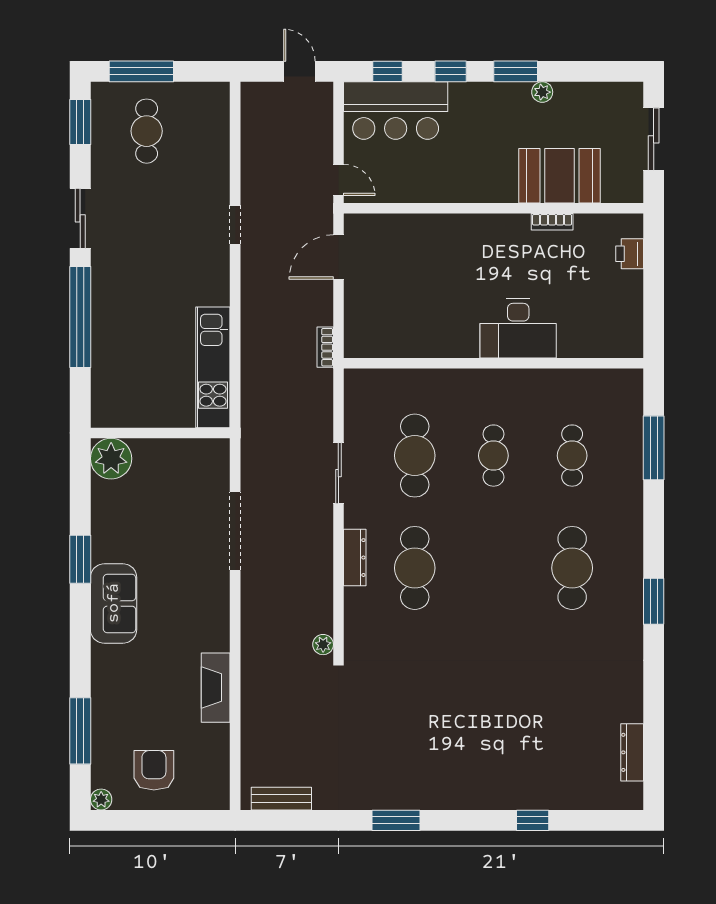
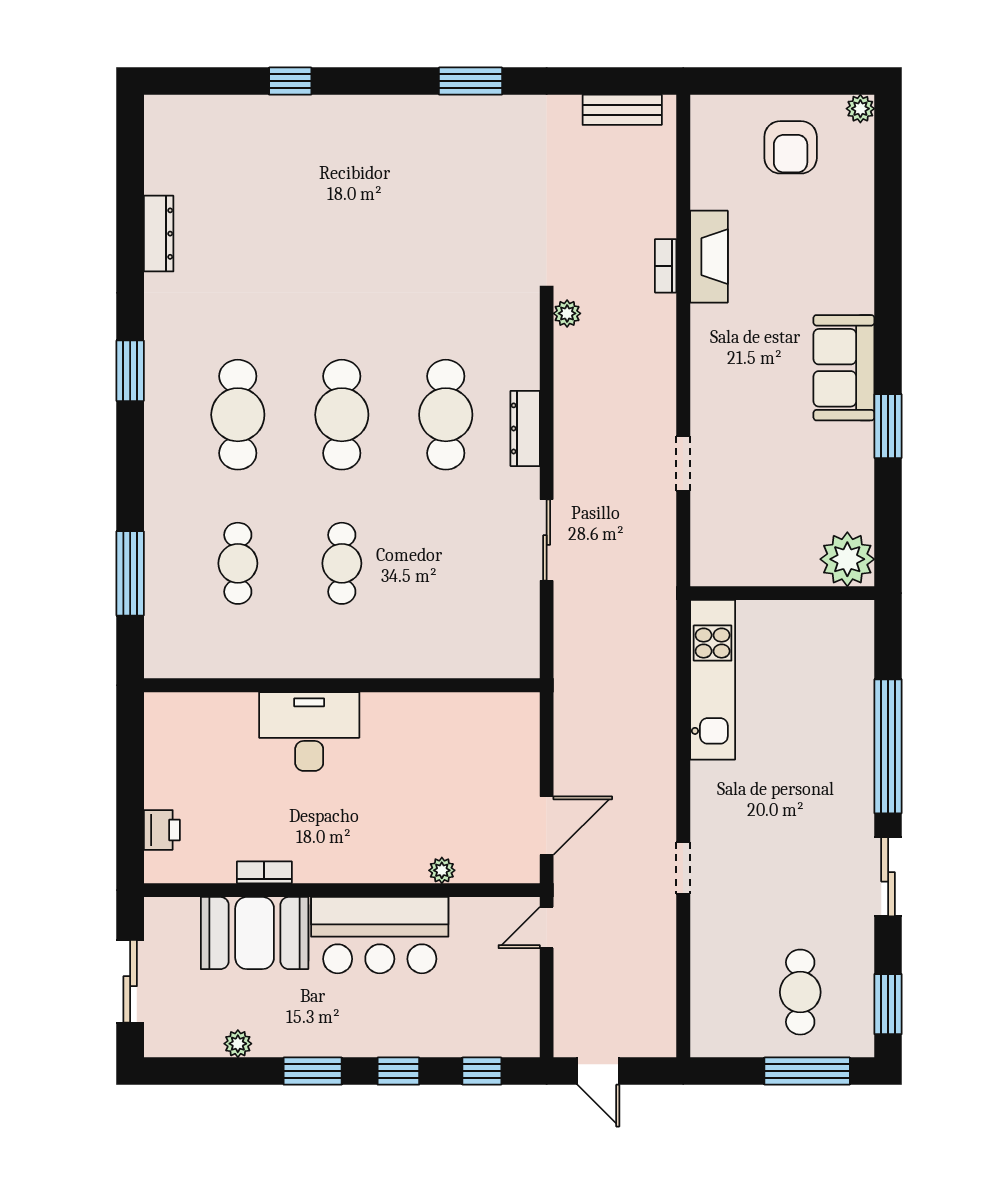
plant: (542, 92) -> (238, 1044), moved
bar counter: (396, 111) -> (380, 935), moved, turned 180
door: (338, 180) -> (547, 928), hinge flipped
plant: (418, 223) -> (442, 870), added
bookcase: (325, 347) -> (666, 266), moved, turned 180
cafe table: (415, 456) -> (342, 415), moved
doorway: (235, 531) -> (683, 463), width x0.53
window: (80, 731) -> (888, 199), removed
dresser: (632, 752) -> (159, 234), moved

